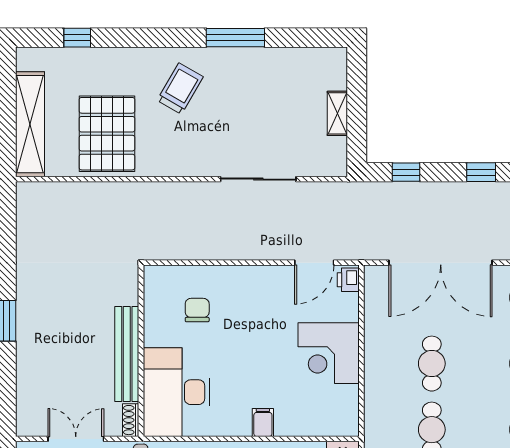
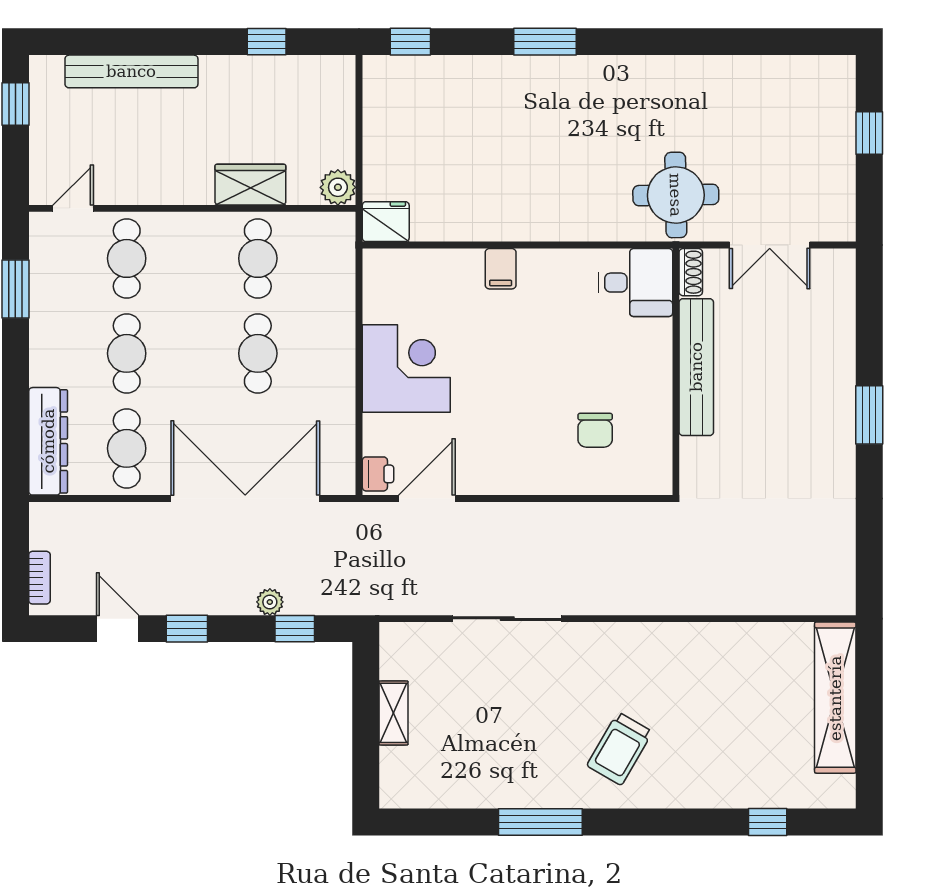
pallet: (107, 134) -> (725, 684), removed
plant: (423, 191) -> (270, 602), added
desk: (177, 392) -> (636, 283), width x0.53, depth x0.77

